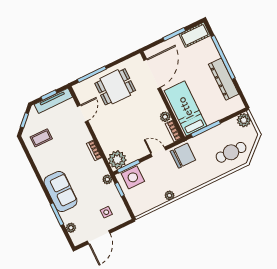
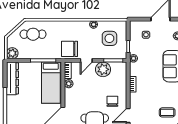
dresser: (224, 79) -> (12, 78), moved
chair: (108, 121) -> (112, 101), added
door: (158, 152) -> (86, 60), hinge flipped
plant: (117, 160) -> (103, 69), moved
side table: (133, 177) -> (109, 38), moved

